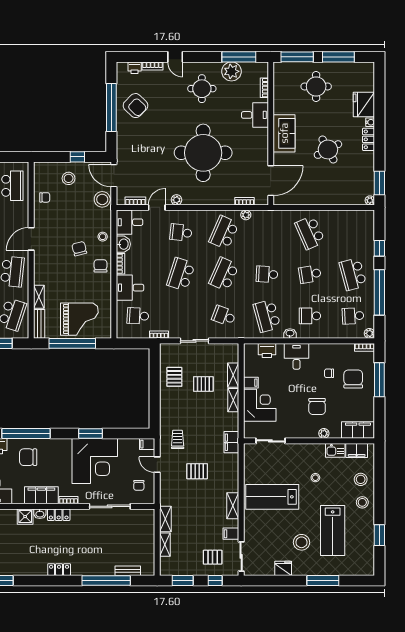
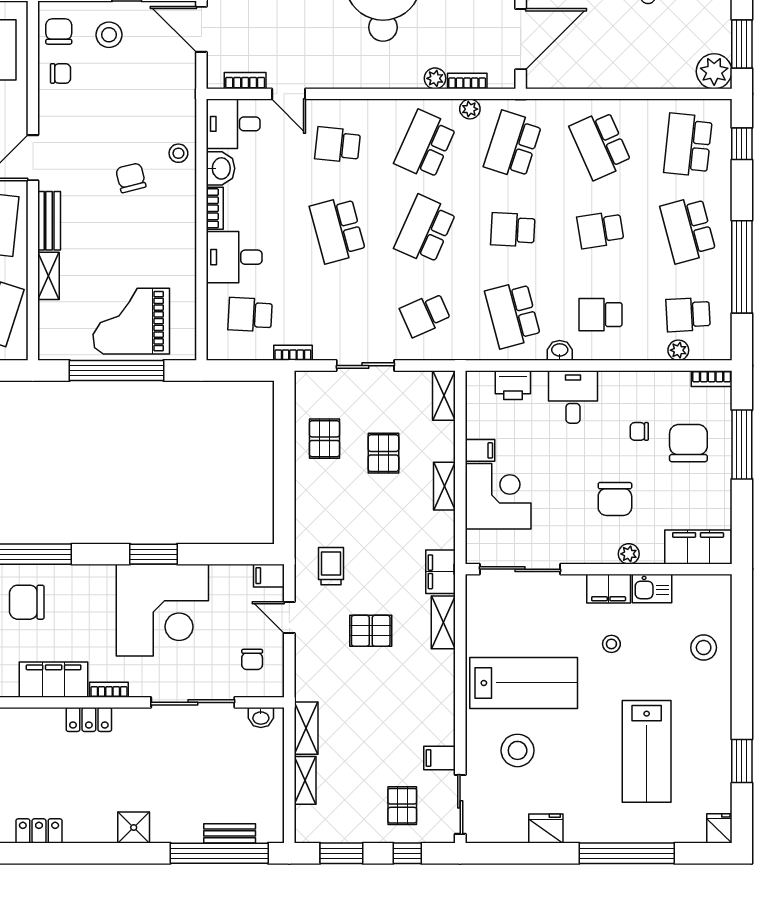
stool: (102, 199) -> (177, 77), removed
plant: (176, 200) -> (435, 78), moved
plant: (370, 200) -> (714, 71), width x1.87, depth x1.87
door: (157, 207) -> (289, 94), swing flipped
school desk: (267, 233) -> (513, 145), added
school desk: (353, 233) -> (688, 145), added
window: (379, 248) -> (742, 144), moved
chair: (100, 266) -> (59, 31), moved
school desk: (181, 274) -> (338, 230), turned -33
school desk: (224, 316) -> (425, 315), turned -45
grand piano: (79, 319) -> (131, 321), turned 180
bench: (39, 324) -> (49, 221), moved
plant: (369, 333) -> (678, 350), moved
shelving: (233, 375) -> (444, 396), moved
pallet: (203, 384) -> (383, 453), turned 90
sliding door: (270, 441) -> (520, 569), width x1.37
filing cabinet: (357, 450) -> (609, 589), moved
lab bench: (272, 497) -> (524, 683), turned 180
stool: (362, 502) -> (707, 694), removed
shelving: (233, 506) -> (443, 622), moved
washbasin: (40, 514) -> (261, 717), moved
shower: (25, 517) -> (134, 828), moved
stool: (302, 542) -> (518, 750), moved
pallet: (213, 557) -> (402, 806), turned 90
fridge: (368, 568) -> (719, 828), added
locker: (59, 570) -> (39, 831), moved
window: (106, 580) -> (219, 853), moved
window: (323, 580) -> (627, 853), width x1.46

